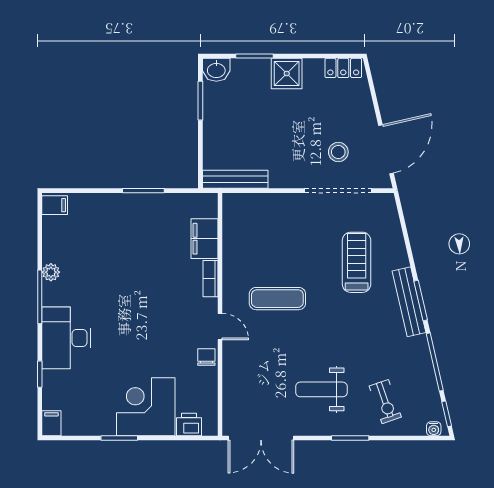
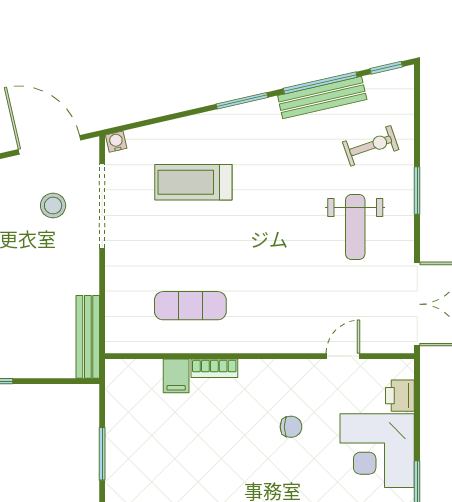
filing cabinet: (204, 239) -> (176, 376), width x0.50
exercise mat: (277, 299) -> (190, 306), moved, turned 90
bench: (409, 302) -> (322, 98), moved
door: (220, 327) -> (343, 356), moved
chair: (206, 357) -> (291, 427), moved, turned 180
water cooler: (434, 429) -> (116, 142), moved, turned -103

